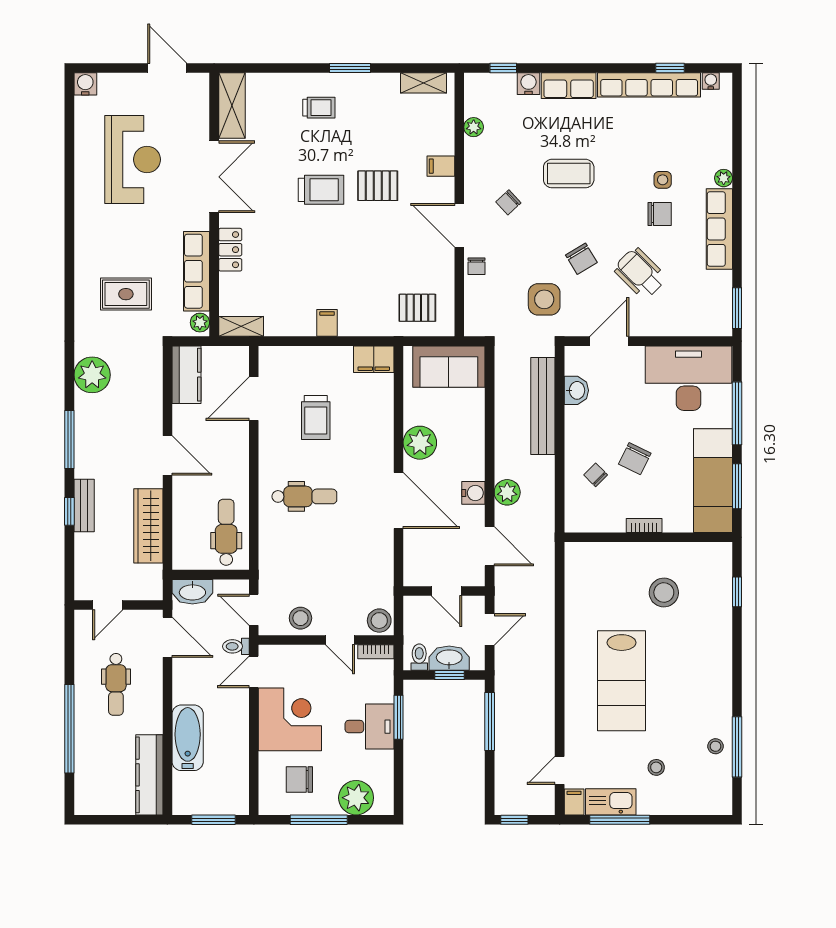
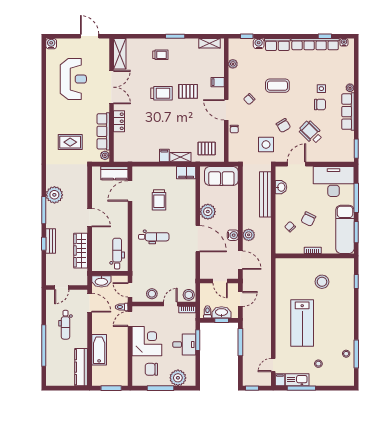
shelving: (241, 326) -> (180, 157), moved
plant: (92, 375) -> (54, 195), moved
kitchen counter: (187, 375) -> (114, 173), moved, turned 90
door: (340, 640) -> (170, 304), swing flipped

